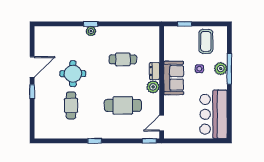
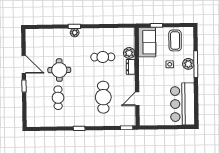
door: (32, 67) -> (24, 64), hinge flipped
sofa: (174, 78) -> (147, 42), moved
plant: (153, 87) -> (129, 53), moved
cafe table: (123, 105) -> (103, 97), turned 90
door: (162, 123) -> (137, 99), moved

